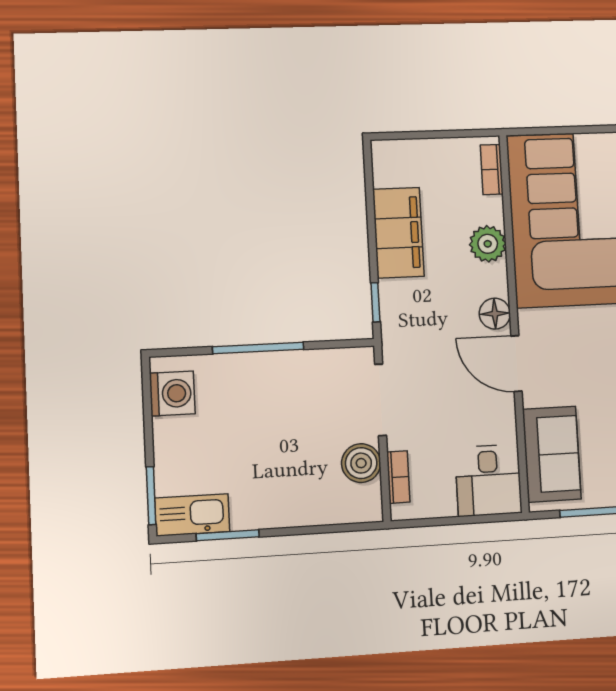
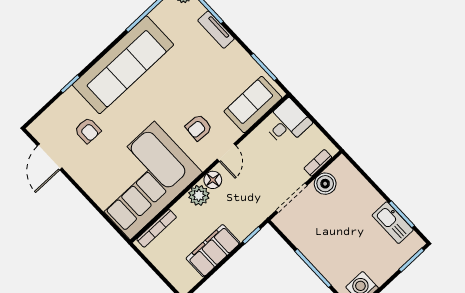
bookcase: (492, 169) -> (157, 228), width x1.56
plant: (488, 244) -> (199, 195), moved
armchair: (581, 354) -> (199, 127), added
door: (516, 364) -> (227, 152), width x0.73
kitchen sink: (192, 515) -> (393, 223), moved

